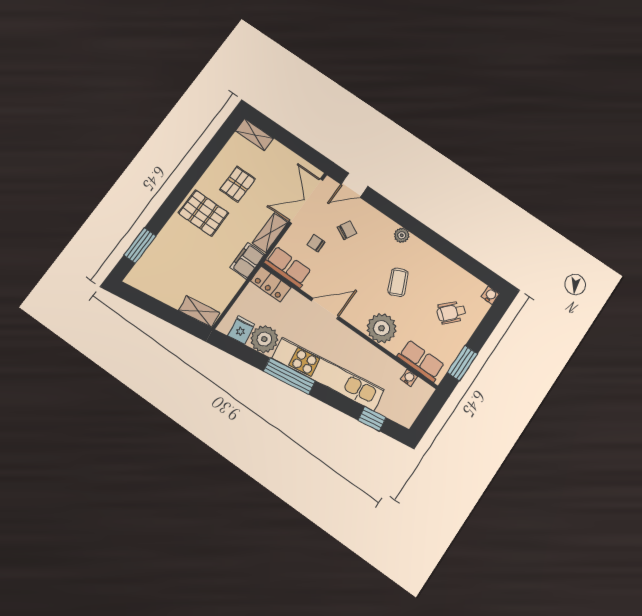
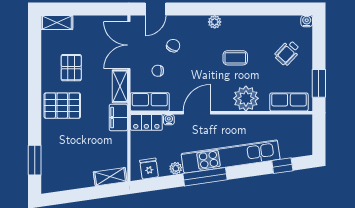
coffee table: (398, 282) -> (235, 58), turned -66
plant: (264, 339) -> (176, 168), width x0.53, depth x0.53
water cooler: (409, 378) -> (169, 120), moved

